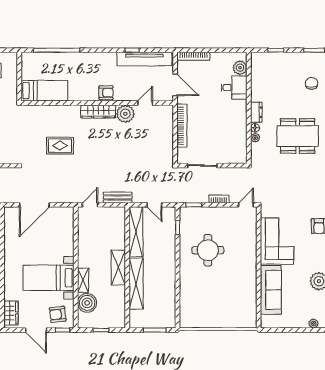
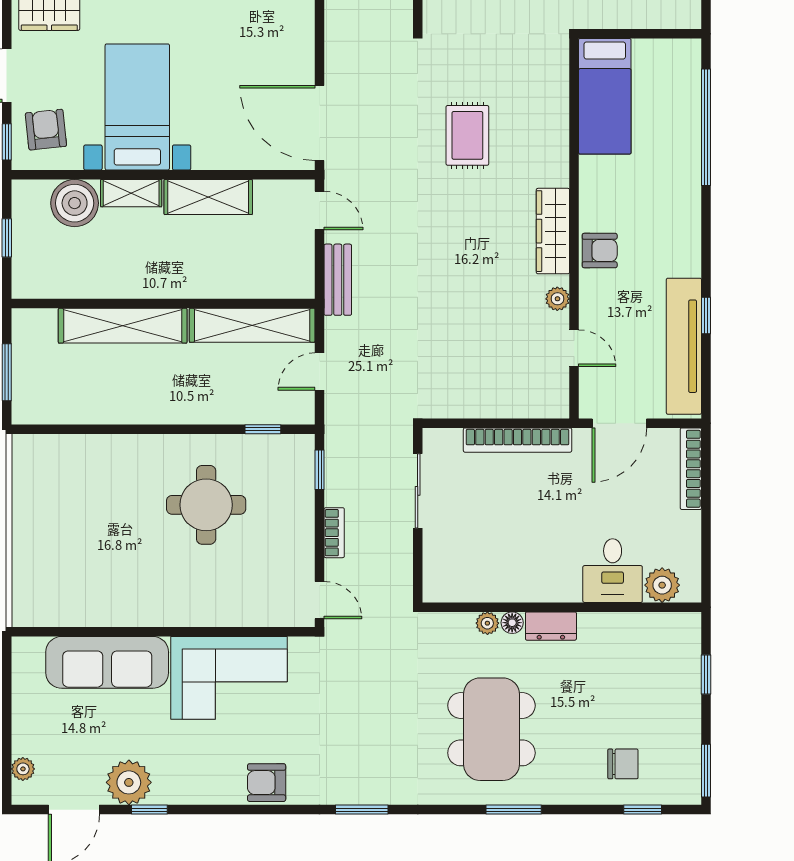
armchair: (106, 93) -> (600, 251), turned -90
plant: (125, 114) -> (557, 299), width x0.53, depth x0.53
door: (34, 205) -> (320, 123), moved
shelving: (118, 268) -> (208, 197), moved

